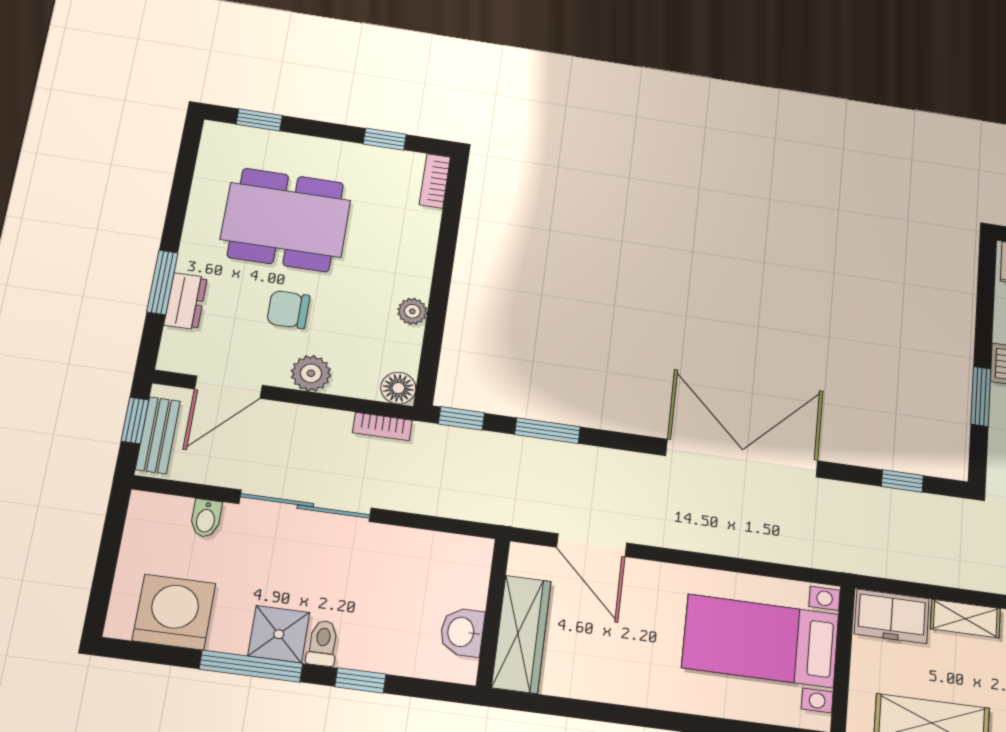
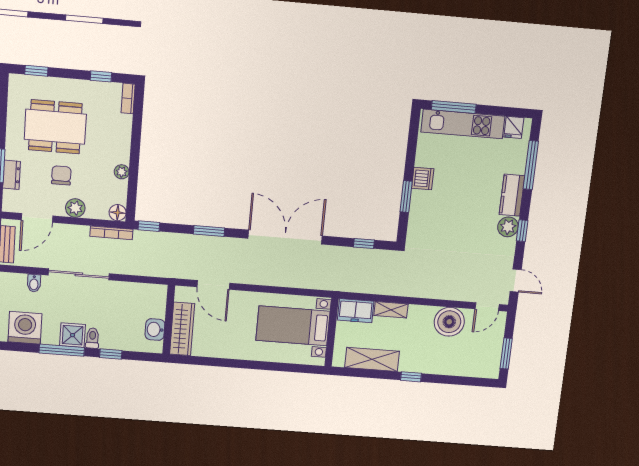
chair: (288, 309) -> (61, 175), turned 90
bookcase: (382, 427) -> (111, 233), width x1.56
window: (547, 431) -> (209, 231), moved

